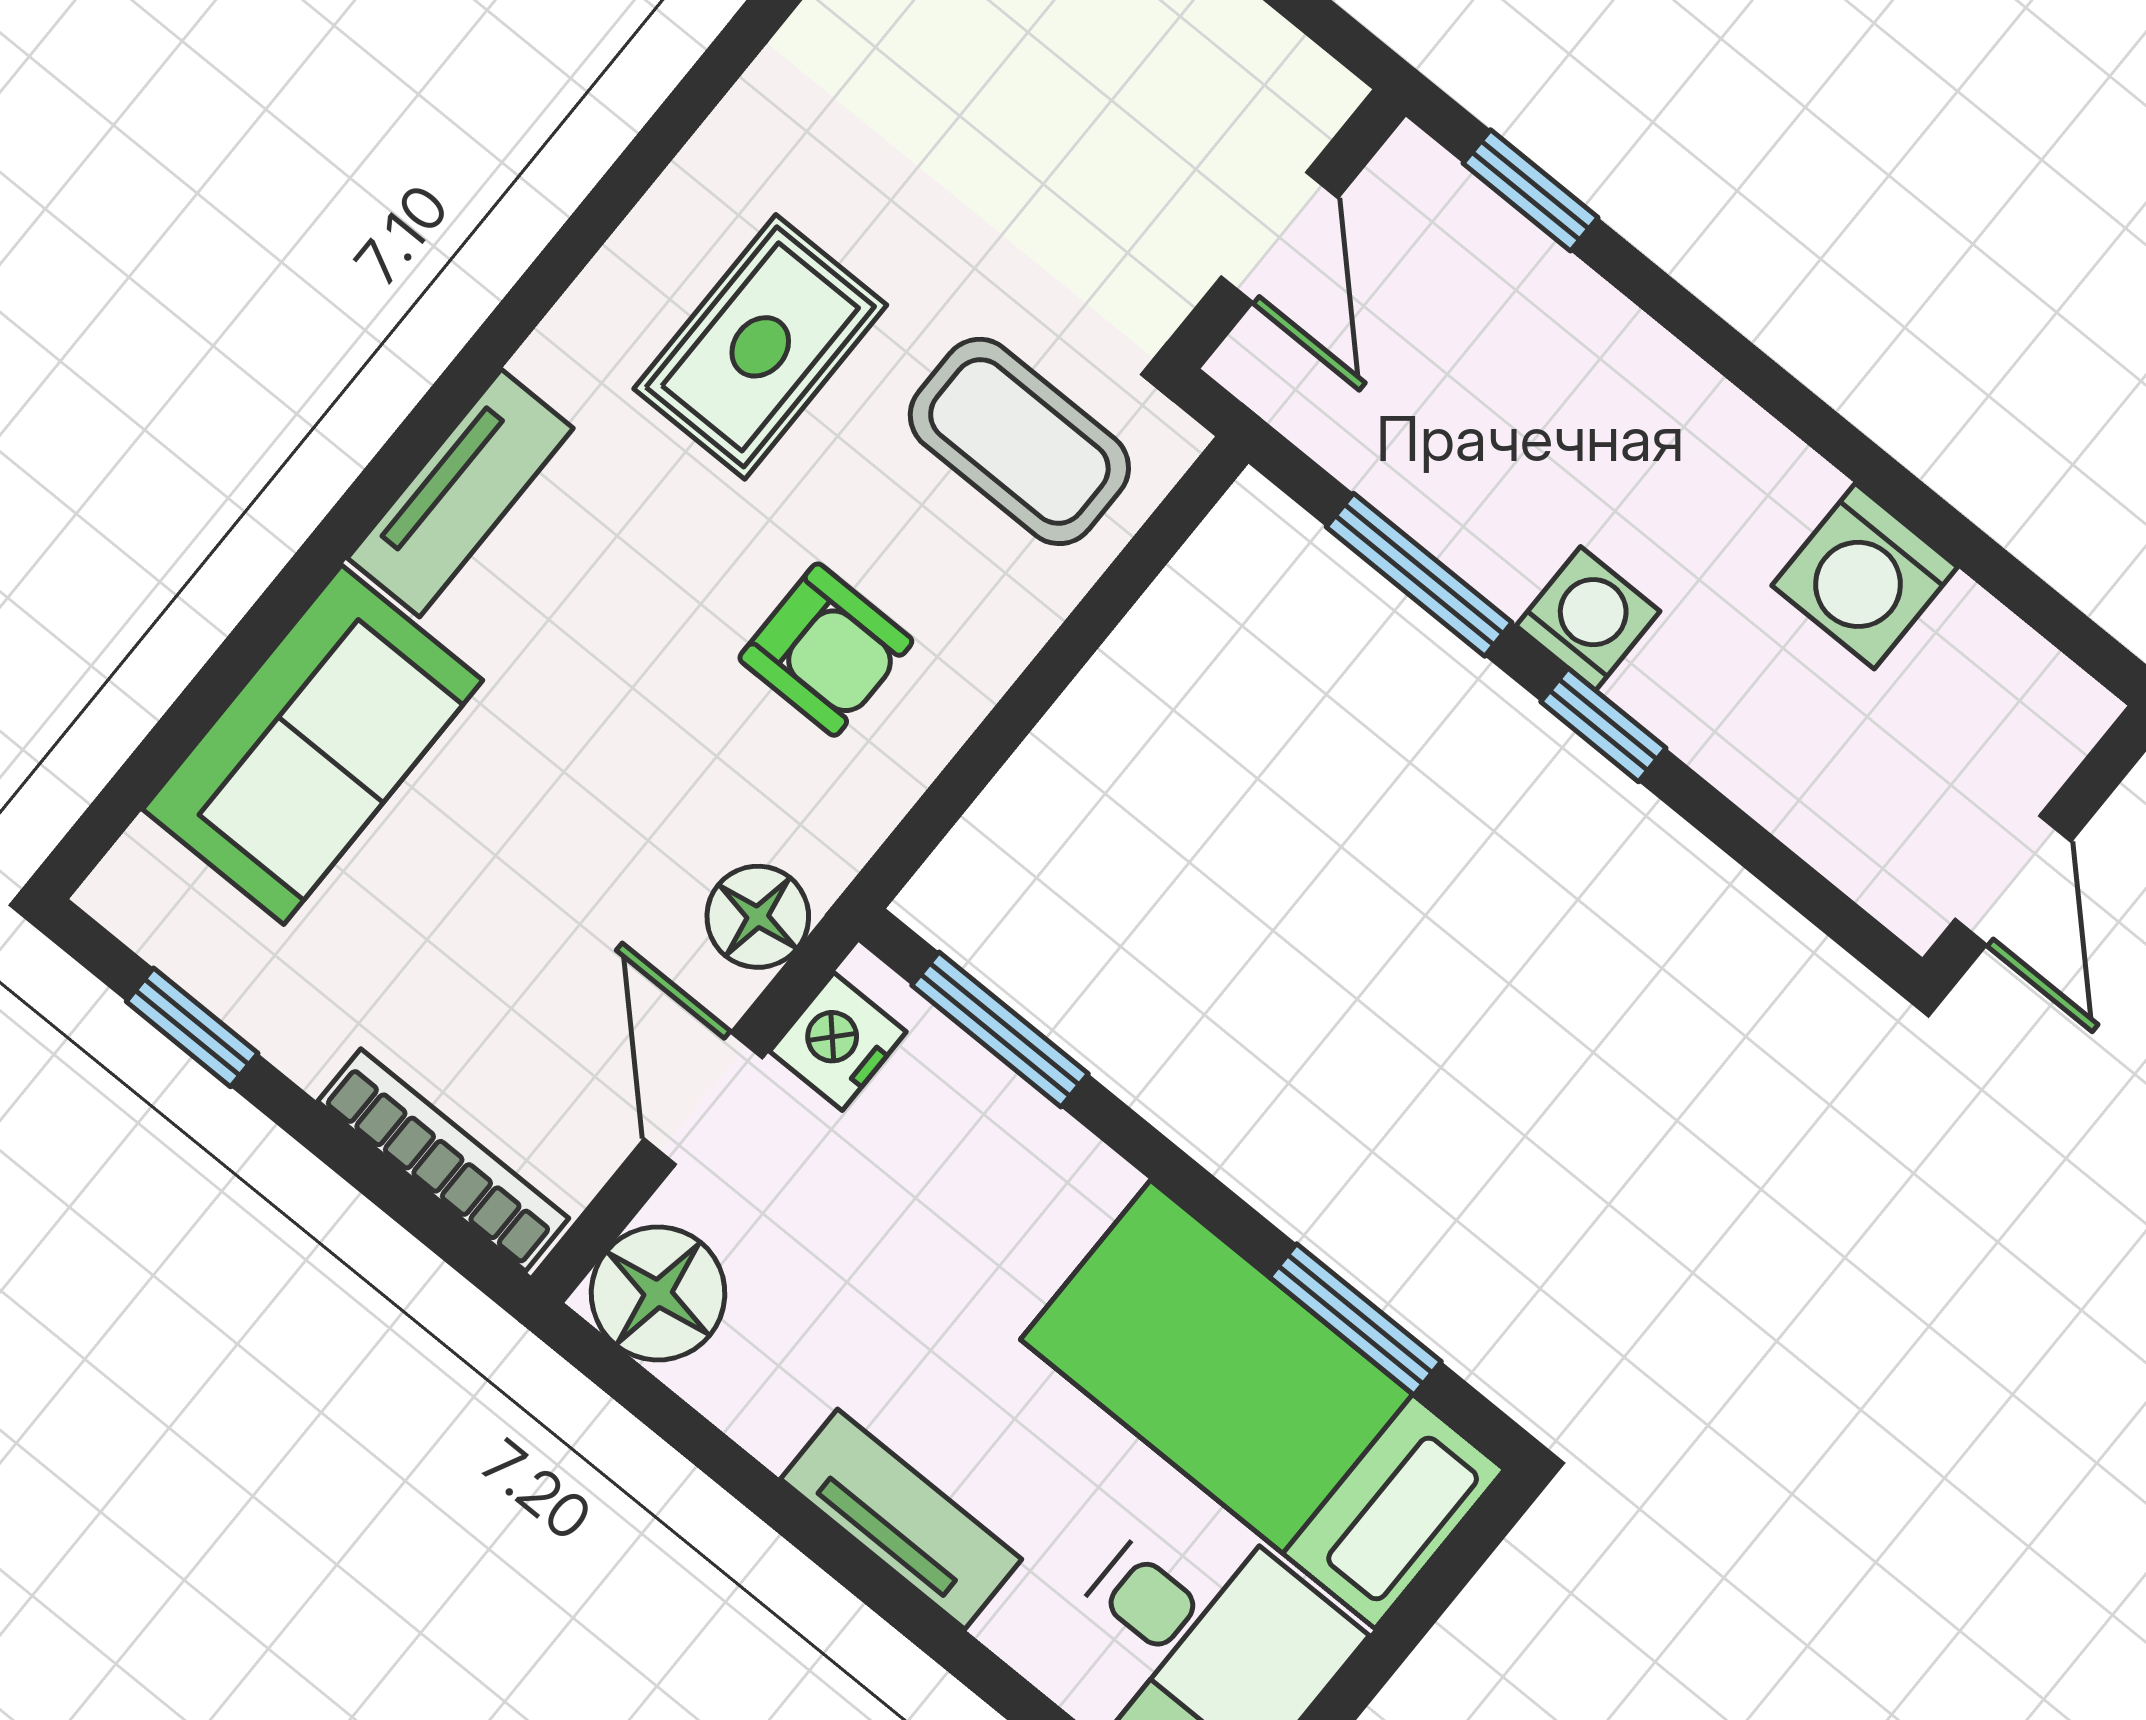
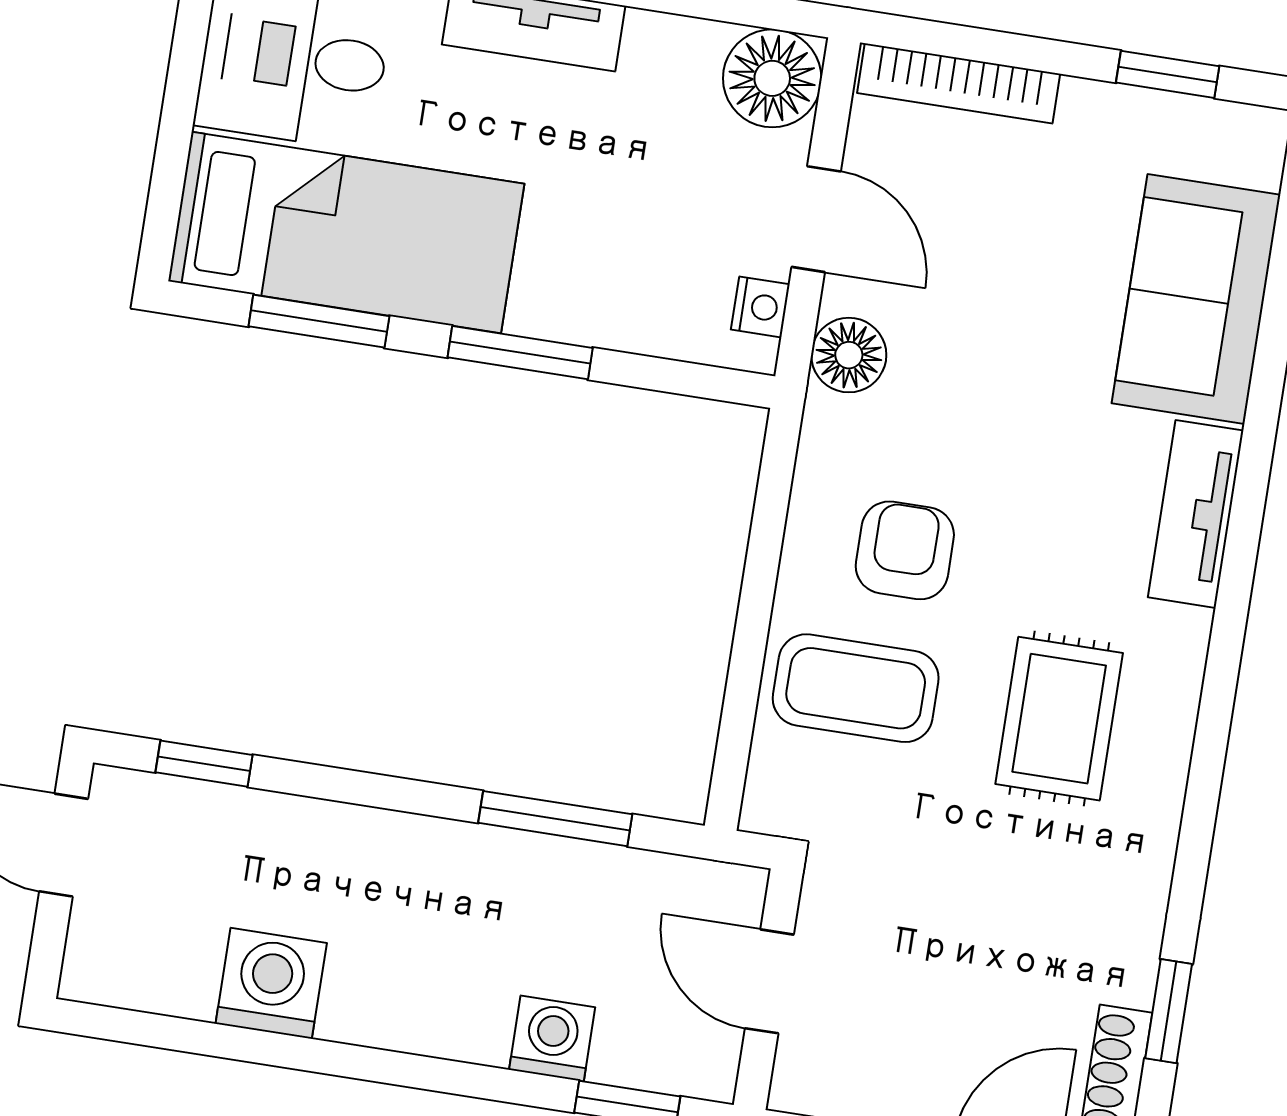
coffee table: (1019, 441) -> (856, 688), moved
washing machine: (1588, 618) -> (552, 1038), moved, turned 180
armchair: (826, 650) -> (905, 550), turned 90
window: (1603, 725) -> (204, 764), moved
window: (1000, 1030) -> (520, 353), moved
nightstand: (838, 1041) -> (760, 307), width x0.72, depth x0.74

